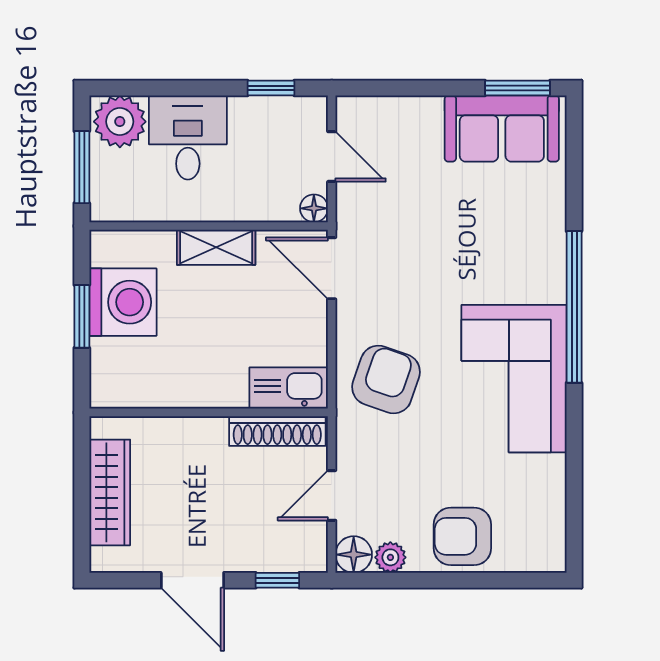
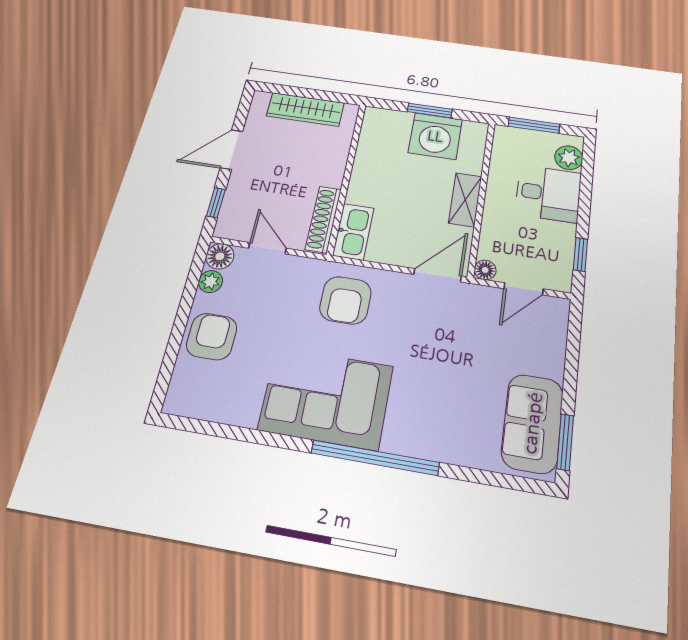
plant: (120, 122) -> (569, 158), width x0.73, depth x0.73
armchair: (386, 379) -> (345, 300), turned 71

